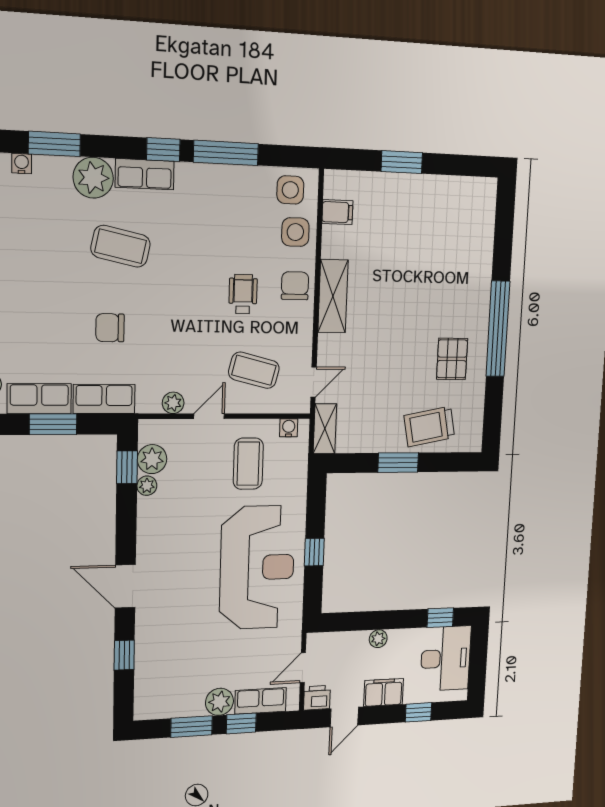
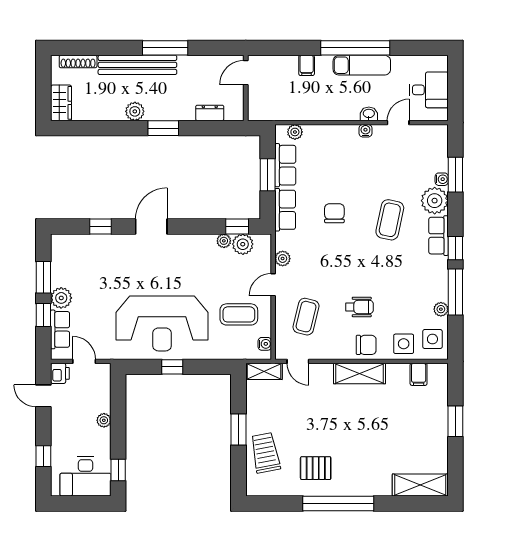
water cooler: (22, 163) -> (442, 179), moved
plant: (249, 176) -> (441, 309), added
shelving: (481, 216) -> (420, 485), added
door: (209, 416) -> (273, 285), swing flipped
filing cabinet: (384, 692) -> (61, 427), removed

